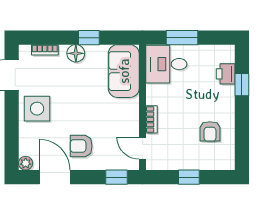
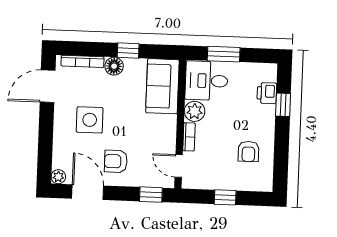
bookcase: (45, 50) -> (82, 61), width x1.56
plant: (156, 94) -> (195, 111), added
side table: (37, 109) -> (90, 120), moved

